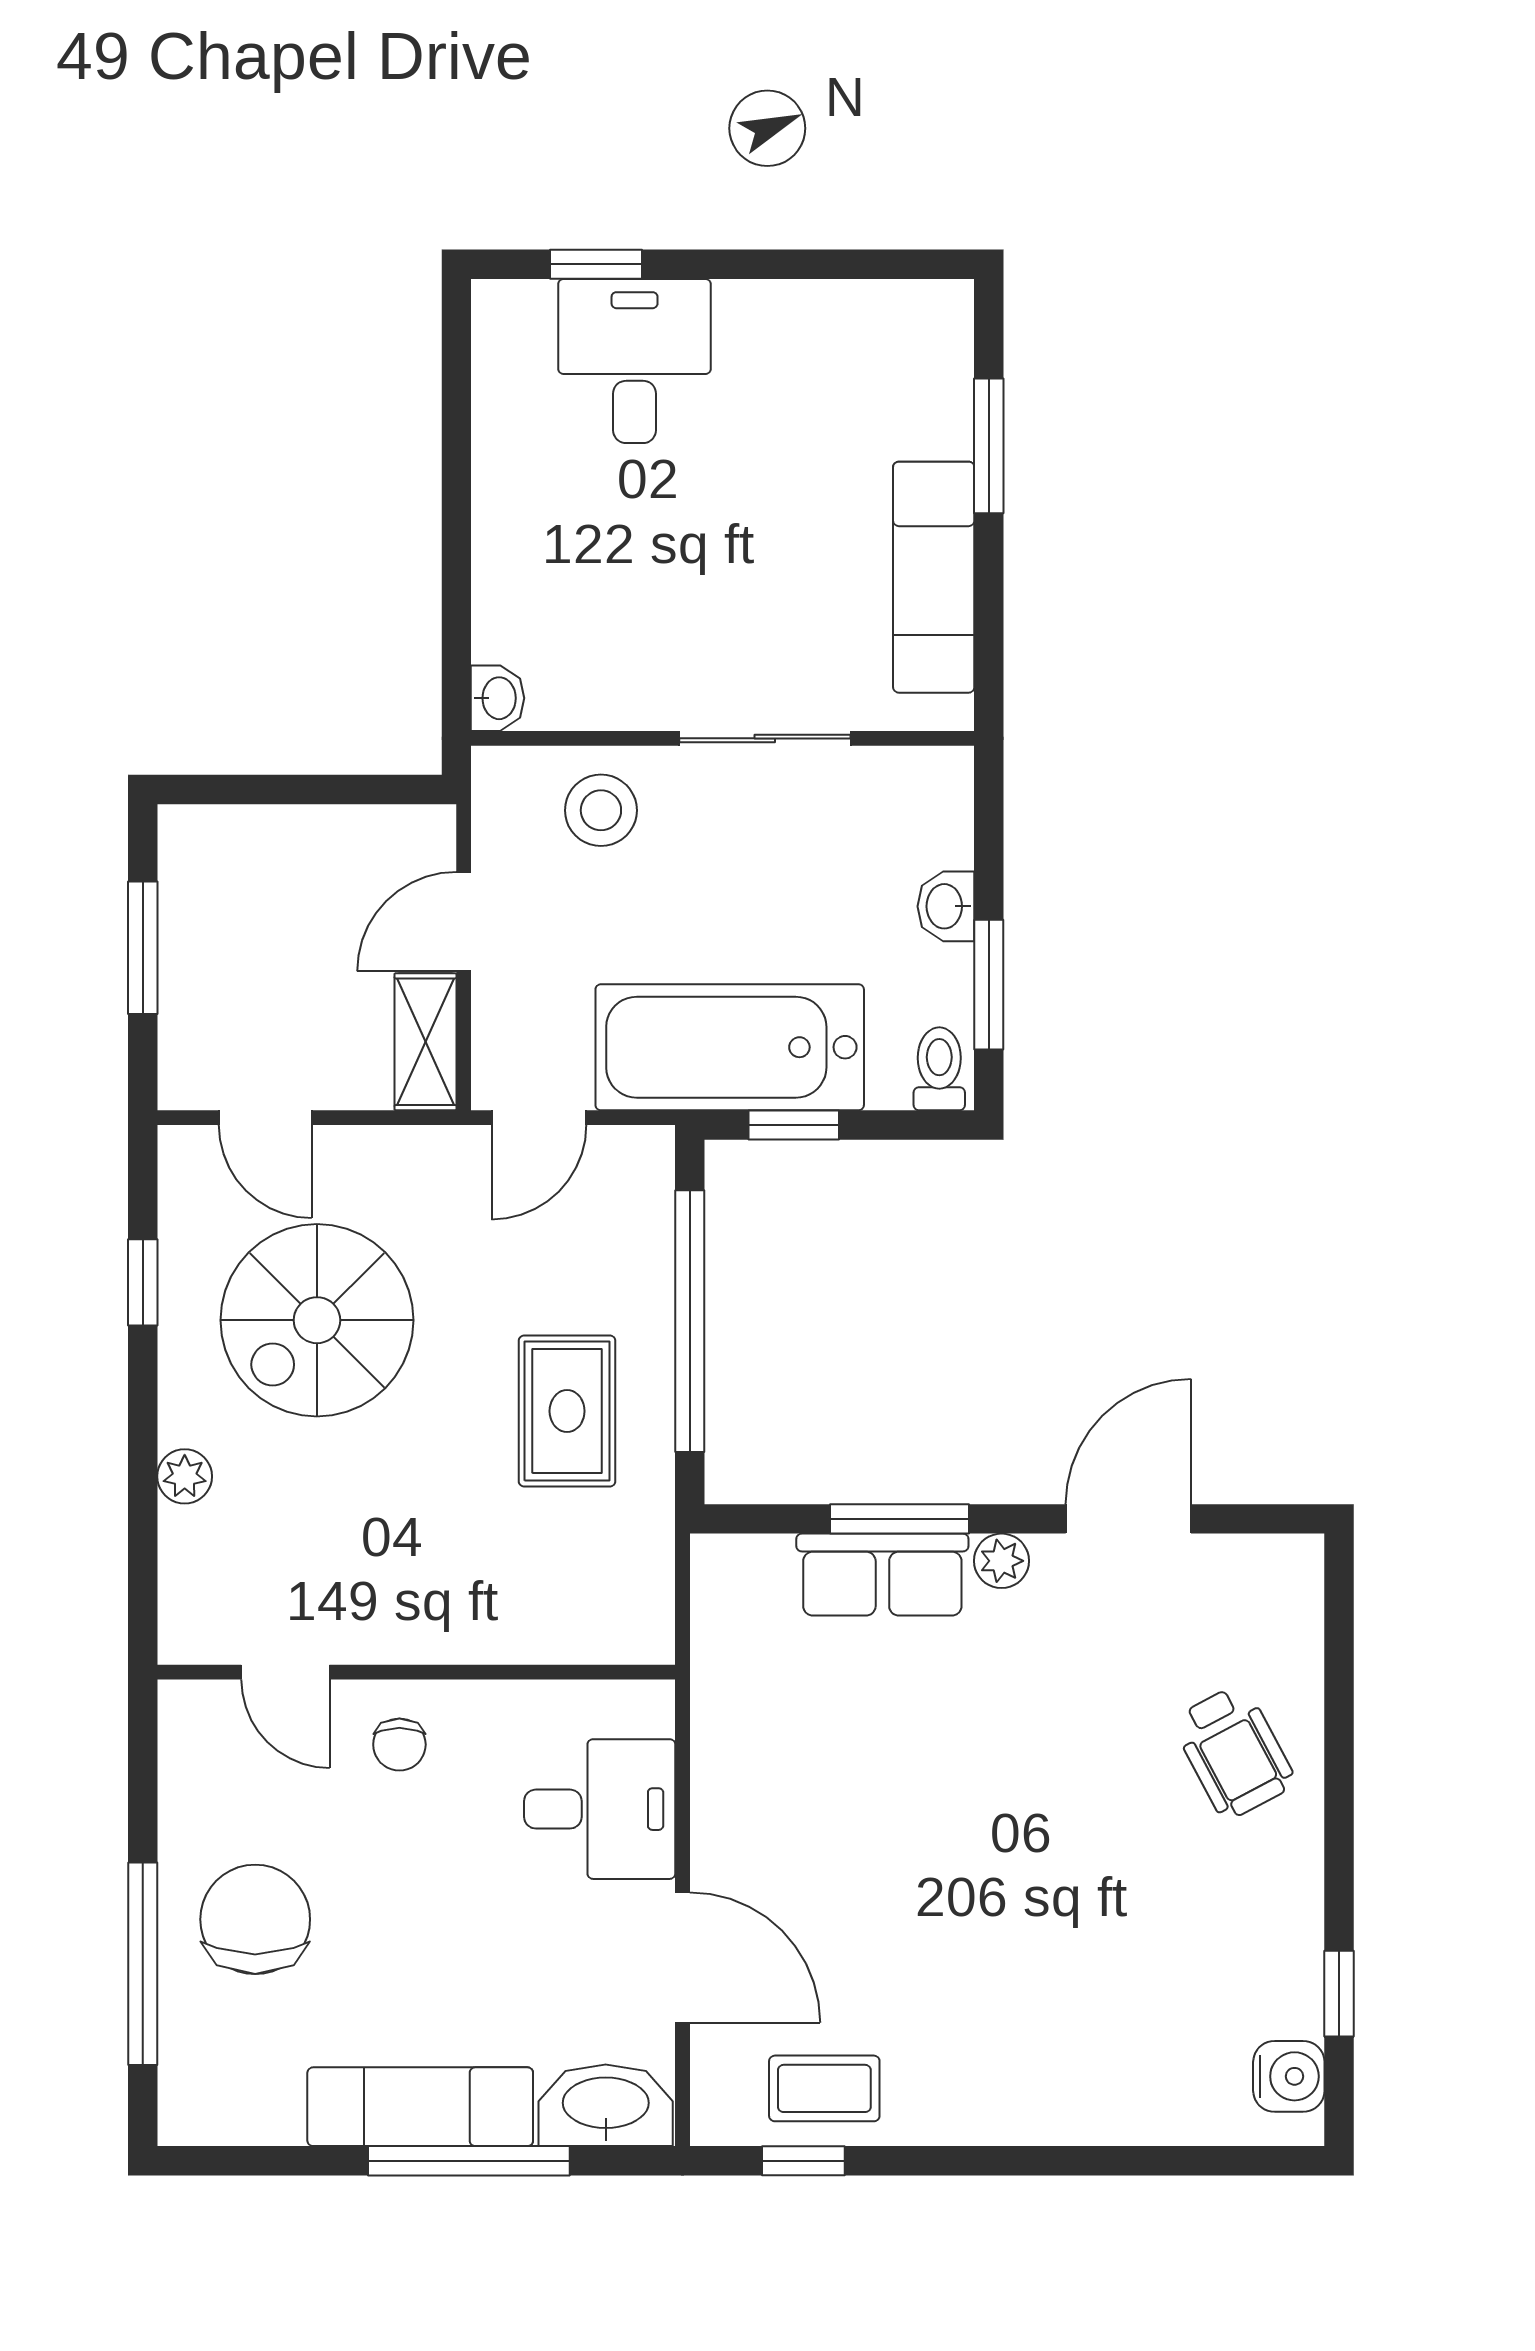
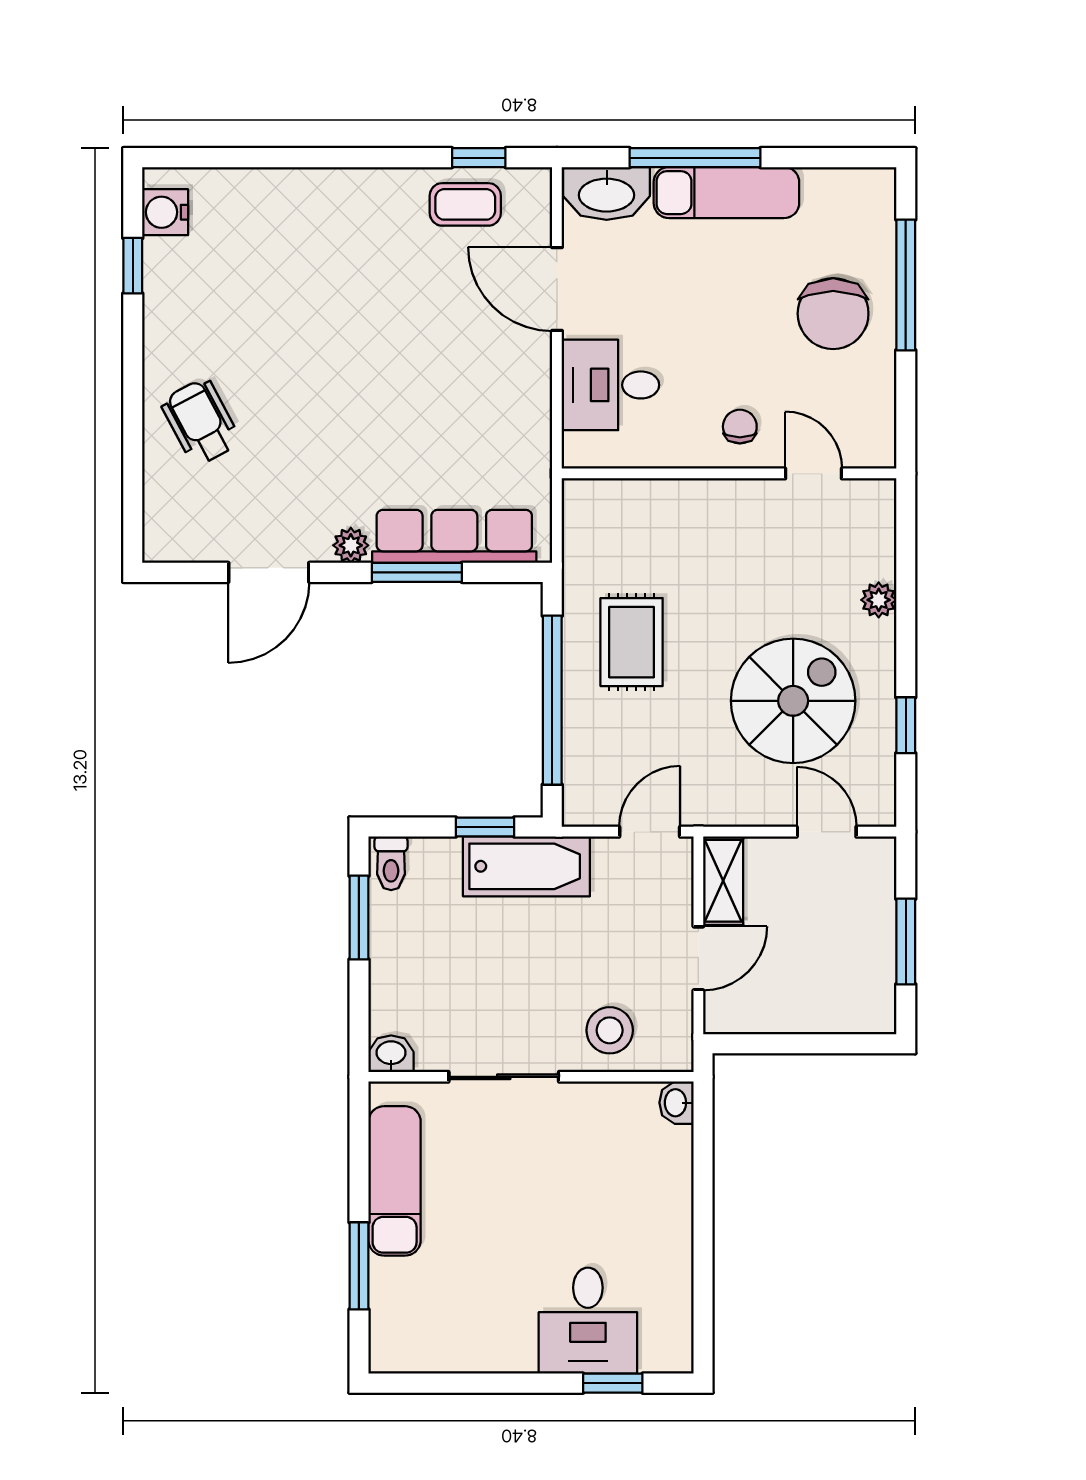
washbasin: (946, 906) -> (391, 1054), moved, turned -90
bathtub: (730, 1047) -> (526, 866), width x0.73, depth x0.73
row of seats: (882, 1575) -> (454, 536), width x1.48

